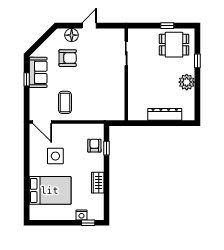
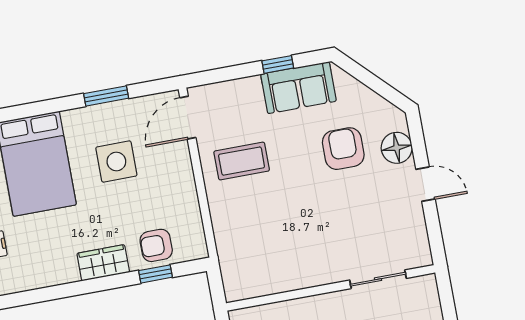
armchair: (68, 58) -> (343, 149), turned 180
armchair: (94, 146) -> (156, 245), turned 180
window: (27, 155) -> (106, 96), added
wardrobe: (98, 183) -> (103, 263), moved

